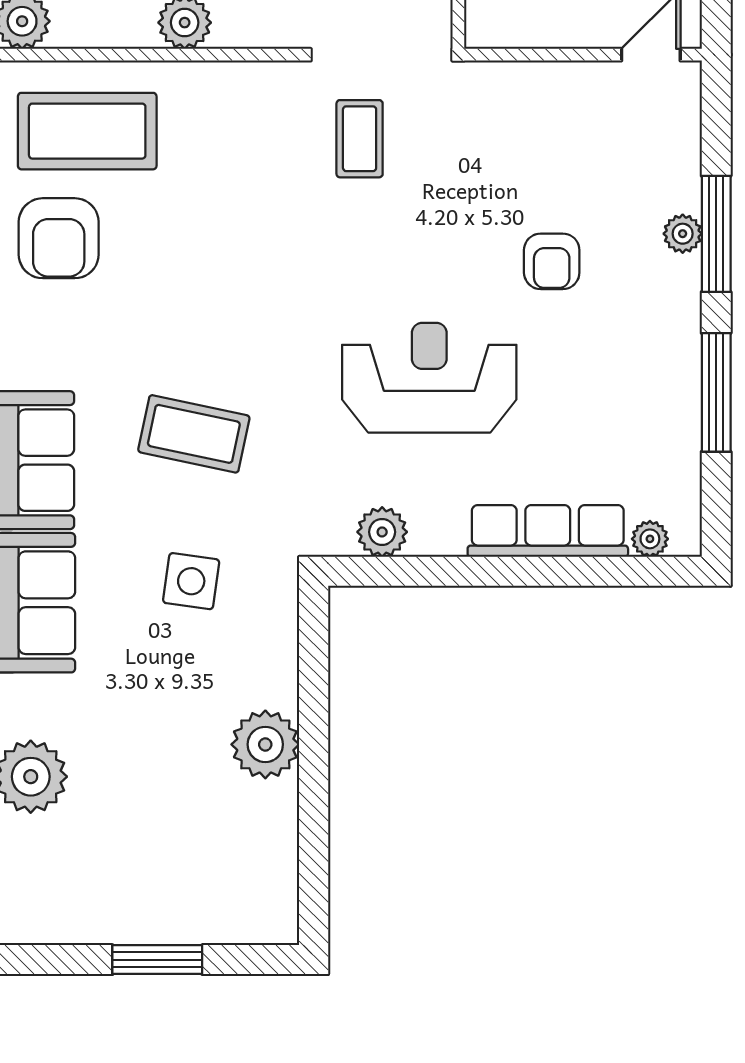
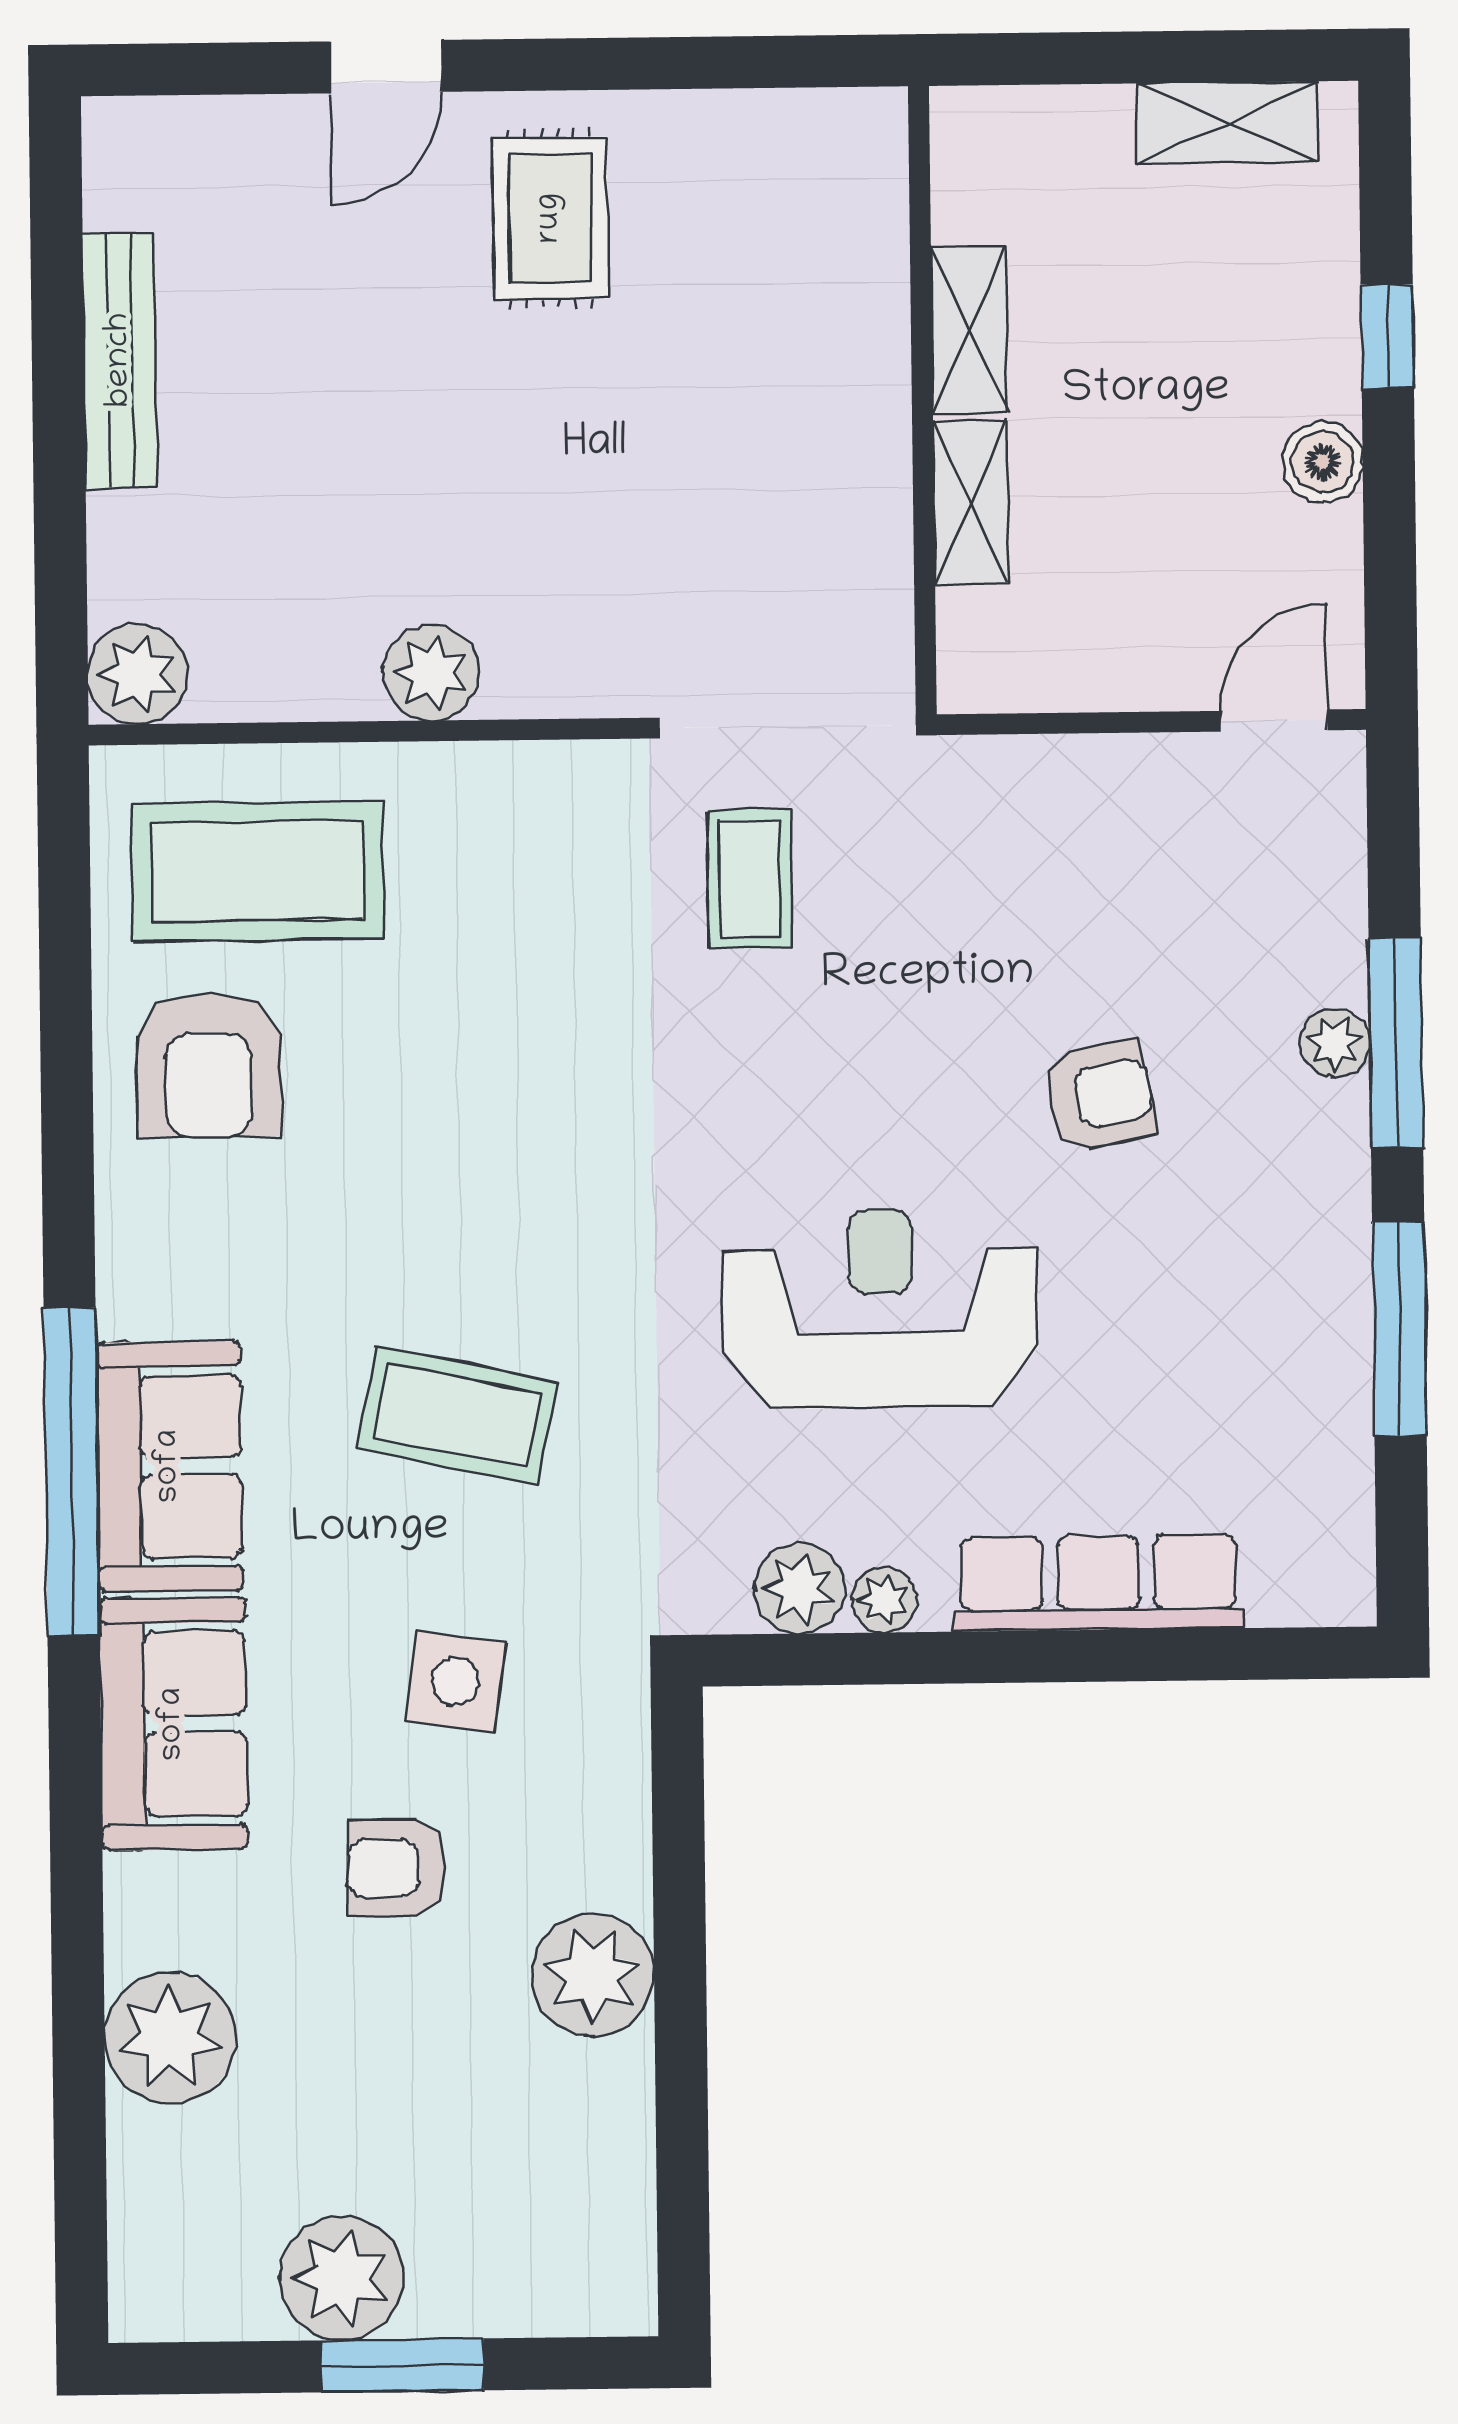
armchair: (552, 261) -> (1099, 1096), turned -101
plant: (650, 539) -> (884, 1600), moved
armchair: (157, 684) -> (397, 1868), added
plant: (124, 911) -> (341, 2278), added

